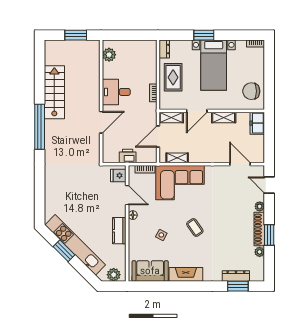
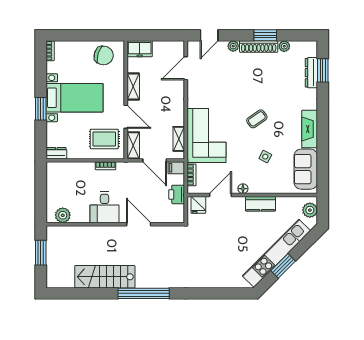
rug: (173, 77) -> (104, 139), moved
chair: (251, 91) -> (104, 55), turned -74
filing cabinet: (151, 156) -> (176, 168), added

